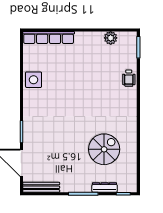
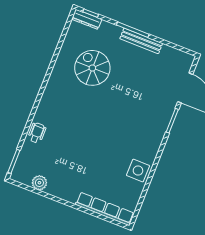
spiral stairs: (104, 149) -> (92, 68), turned 90
bench: (41, 187) -> (141, 41), moved
dresser: (105, 187) -> (87, 19), moved

